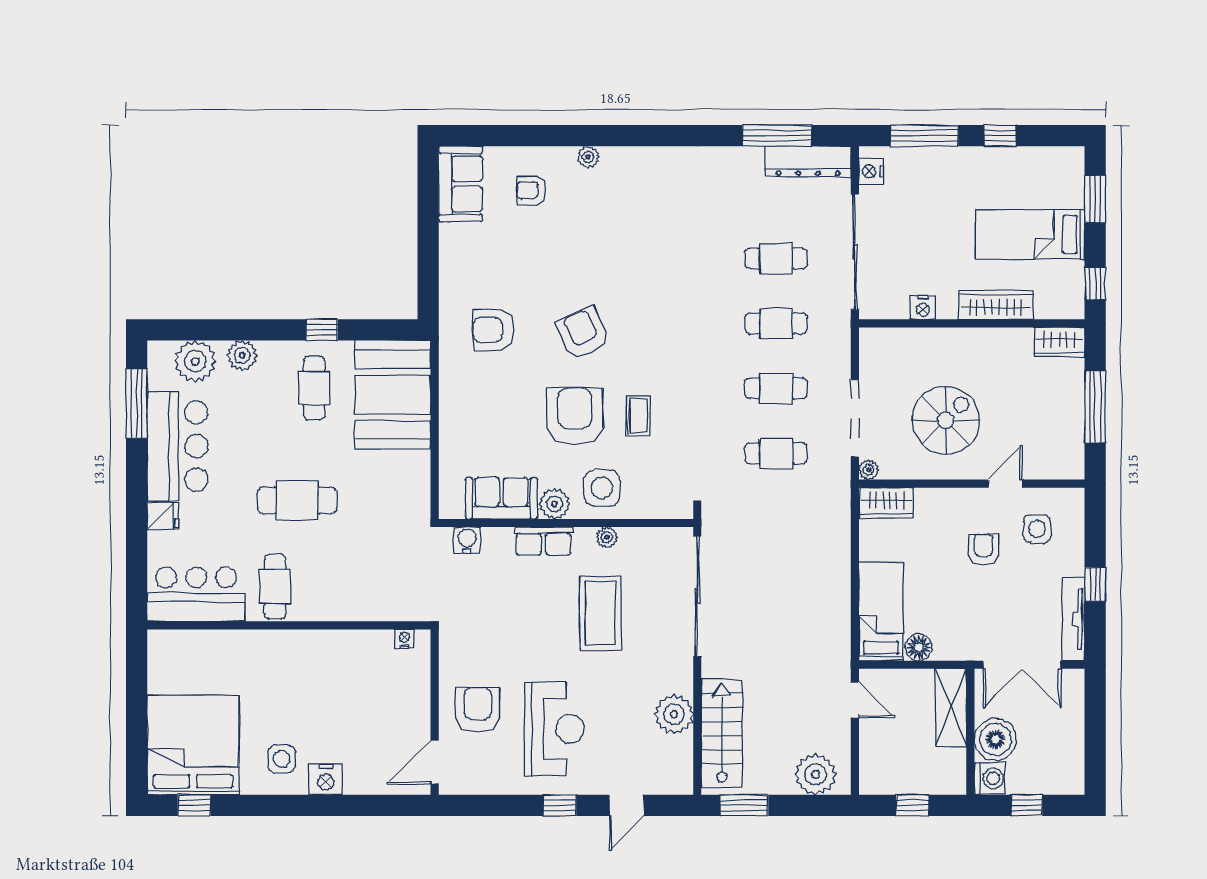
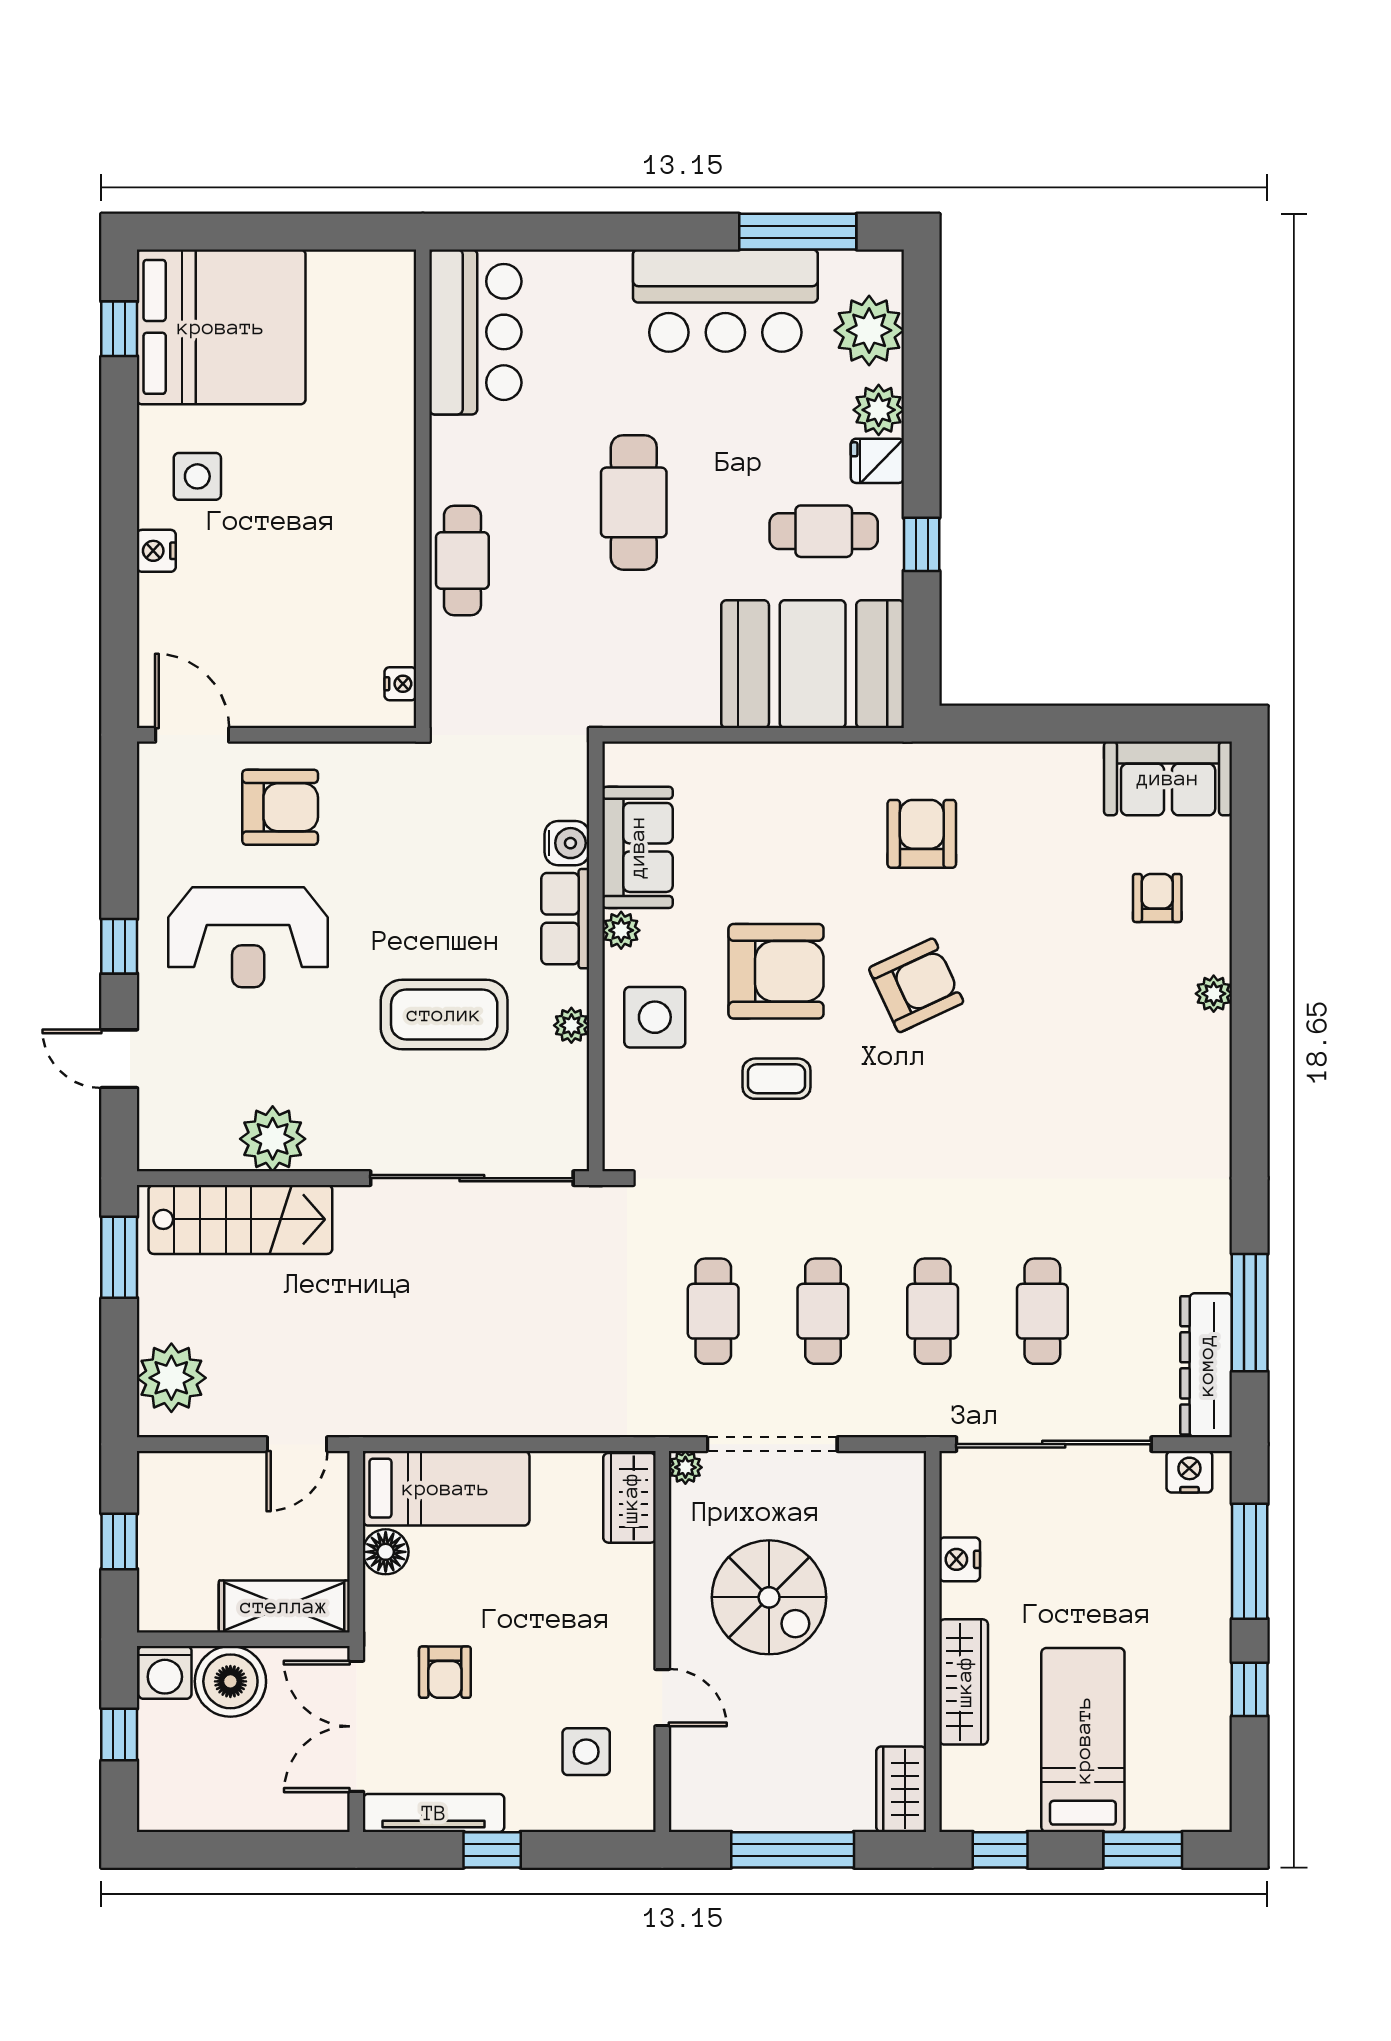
plant: (555, 504) -> (621, 930), width x0.73, depth x0.73
fridge: (163, 516) -> (877, 461), moved, turned 90
water cooler: (467, 540) -> (567, 843), moved
armchair: (983, 550) -> (445, 1672), moved, turned 90
cafe table: (275, 586) -> (462, 560), moved, turned 90
nightstand: (326, 780) -> (156, 551), width x0.74, depth x0.75

